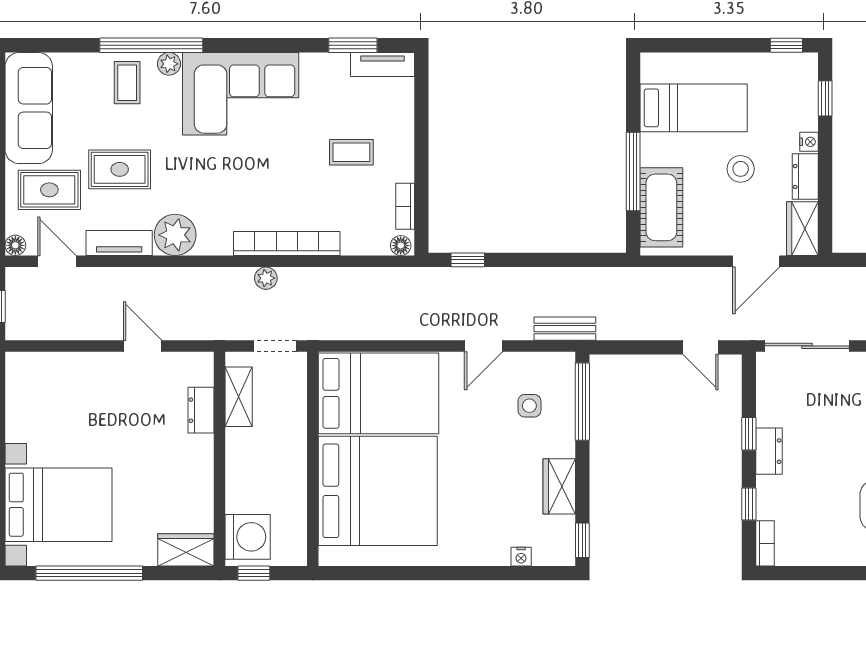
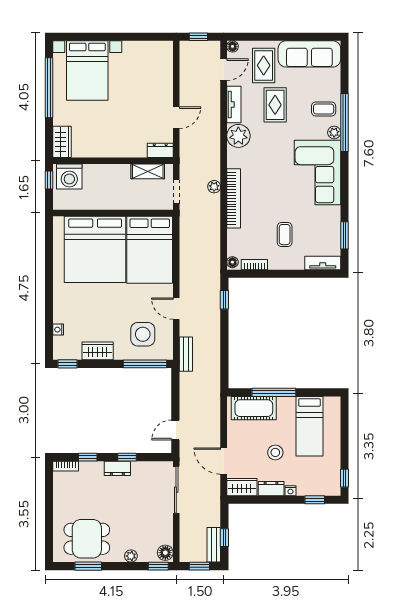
tv unit: (382, 65) -> (323, 263), moved, turned 90
side table: (529, 406) -> (143, 334), width x1.87, depth x1.87
dresser: (201, 410) -> (160, 150), moved

